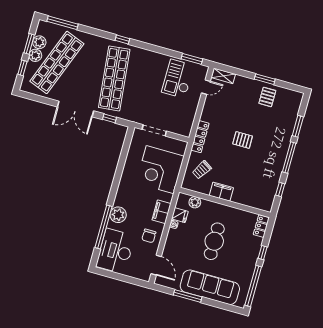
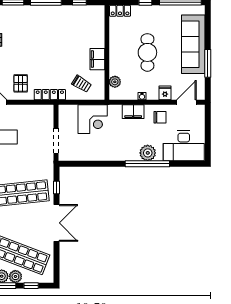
pallet: (243, 140) -> (21, 83), moved
corner desk: (160, 170) -> (93, 119), width x0.74, depth x0.74
fridge: (180, 215) -> (165, 93), moved
window: (104, 227) -> (147, 164), moved
cafe table: (214, 241) -> (147, 52), turned 90

